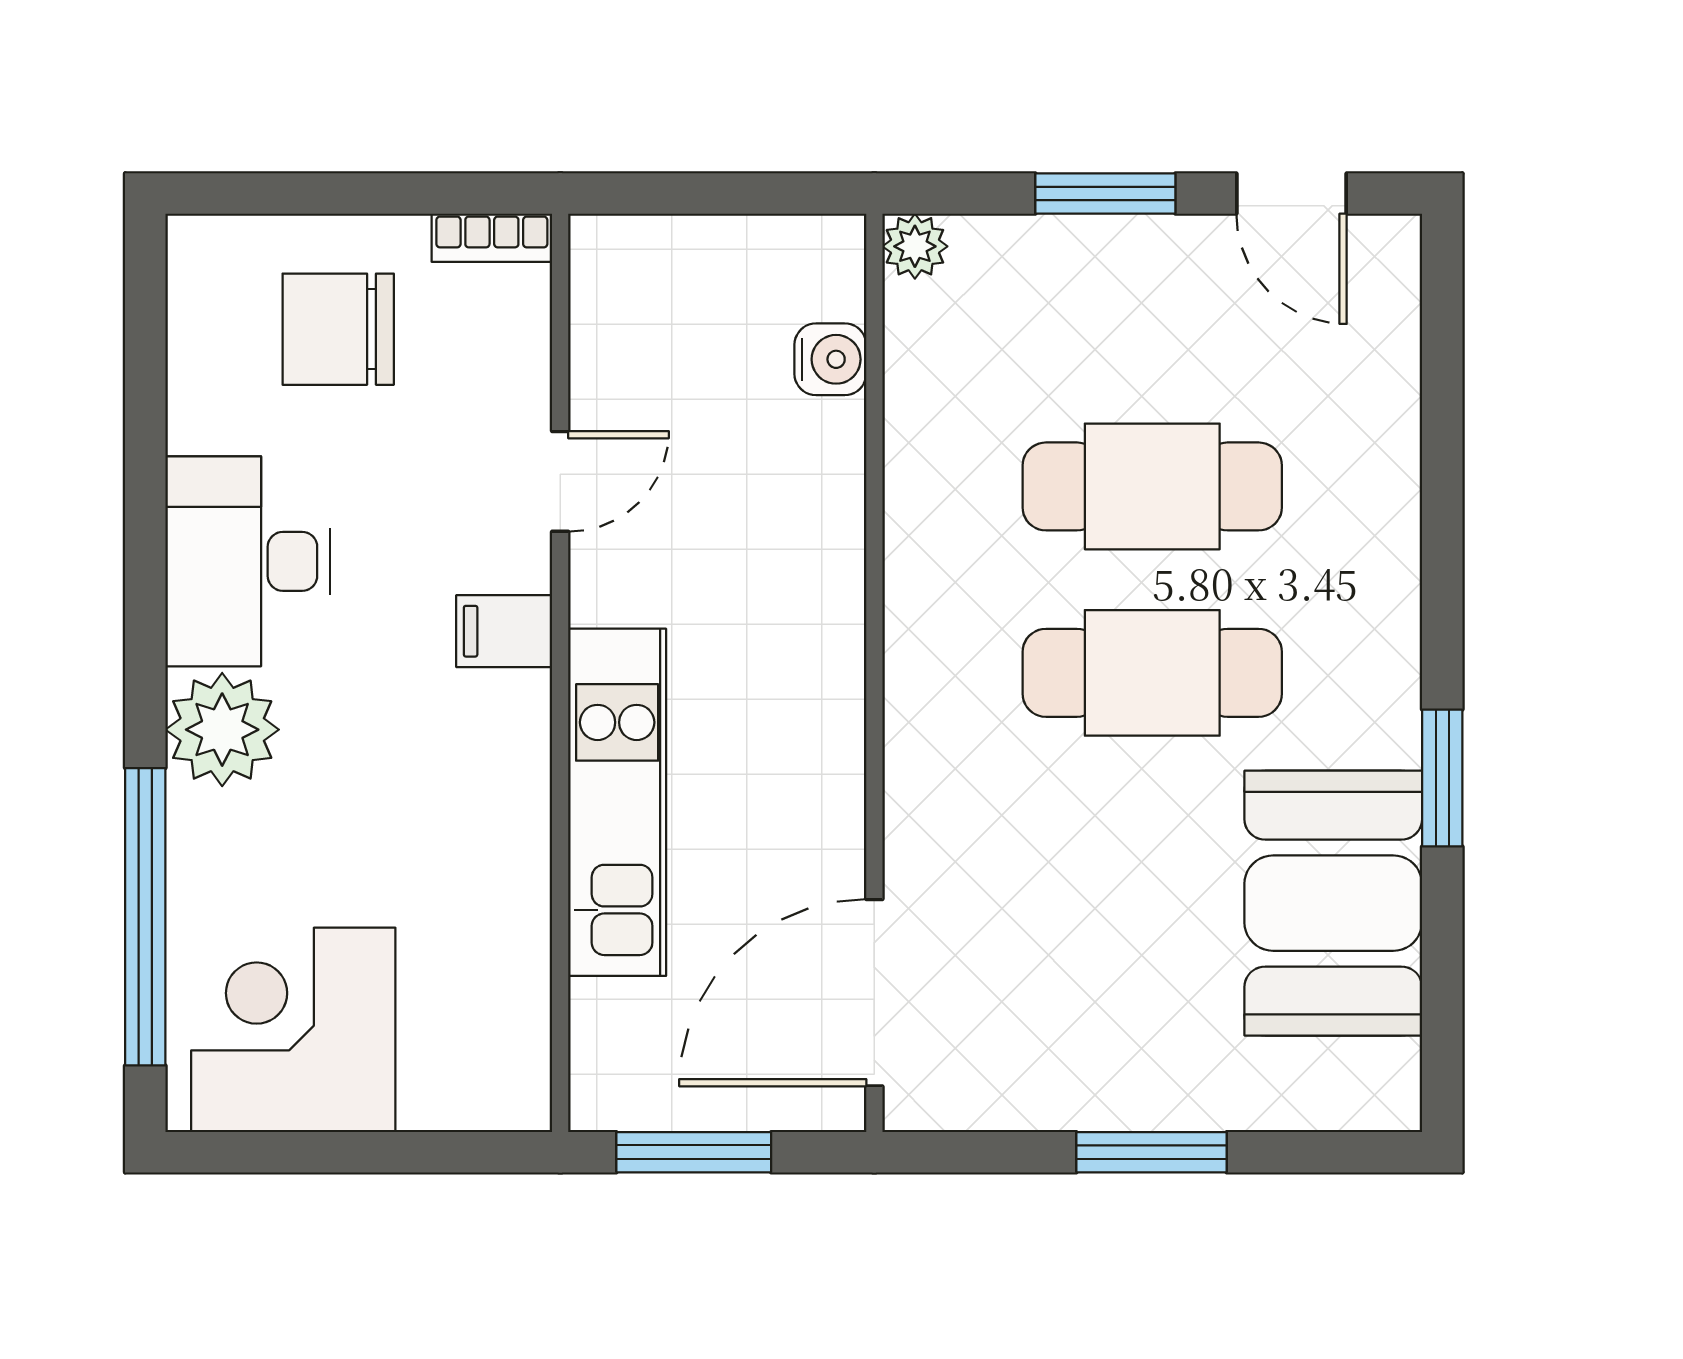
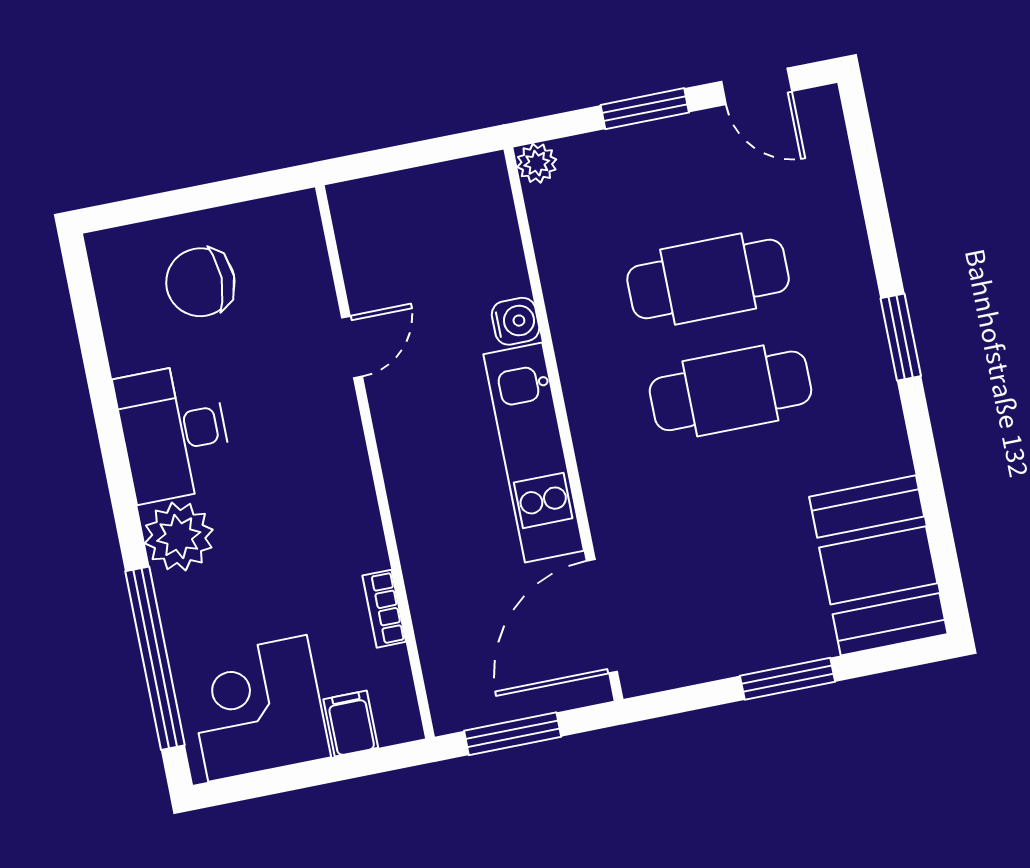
bookcase: (492, 238) -> (384, 609), moved, turned 90
water cooler: (830, 359) -> (516, 321), moved
filing cabinet: (504, 631) -> (351, 724), moved, turned 90
window: (1442, 778) -> (901, 337), moved
kitchen unit: (617, 802) -> (534, 452), moved, turned 180
booth: (1333, 903) -> (878, 565), moved

